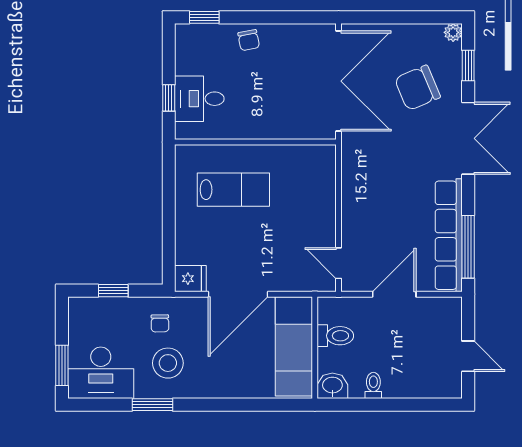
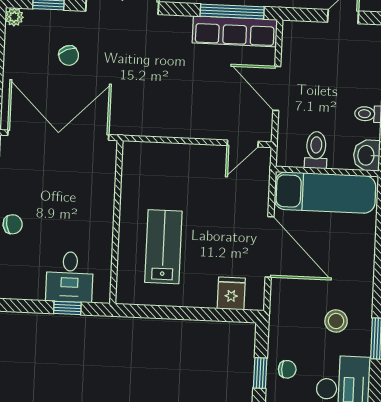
chair: (417, 88) -> (69, 55), width x0.54, depth x0.54
row of seats: (449, 235) -> (235, 31), width x0.73
fridge: (190, 279) -> (231, 293), moved
chair: (160, 323) -> (287, 369), moved
stool: (168, 363) -> (336, 321), width x0.73, depth x0.73

